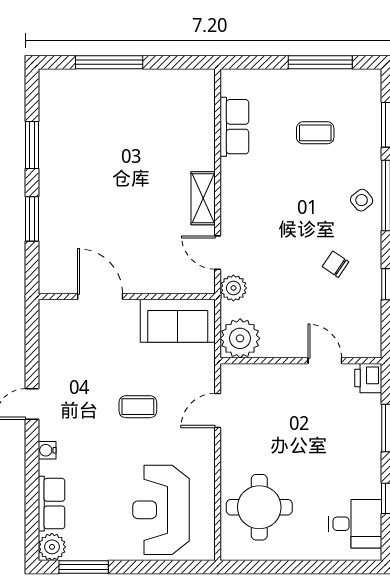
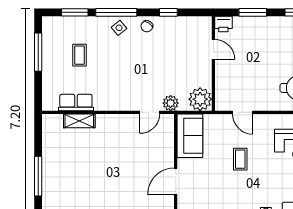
shelving: (203, 198) -> (79, 121), moved
chair: (335, 264) -> (147, 26), moved
door: (325, 361) -> (213, 49), swing flipped

